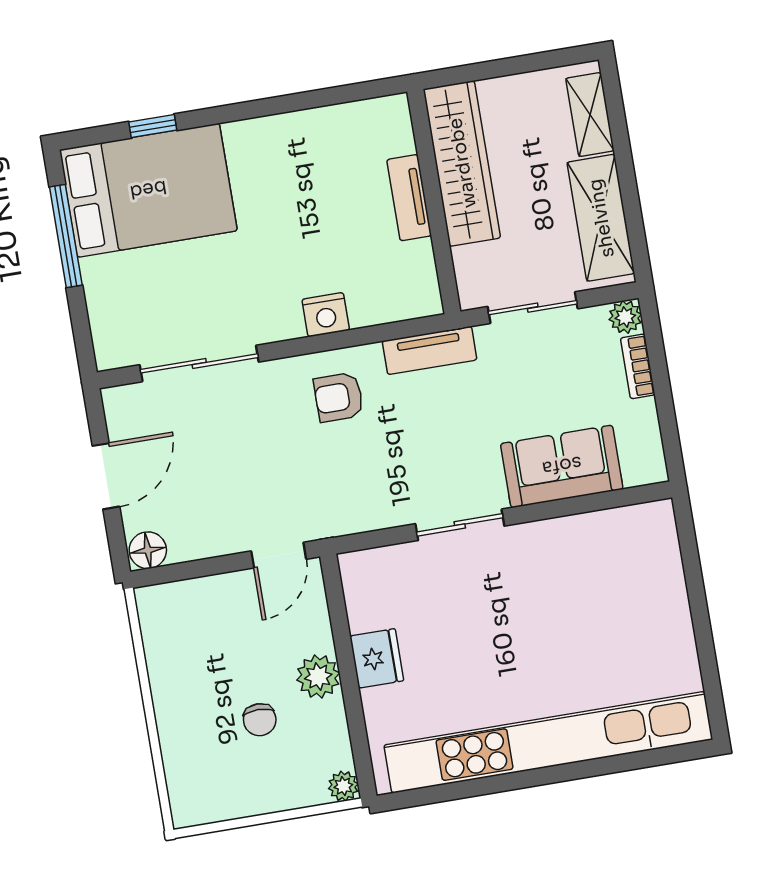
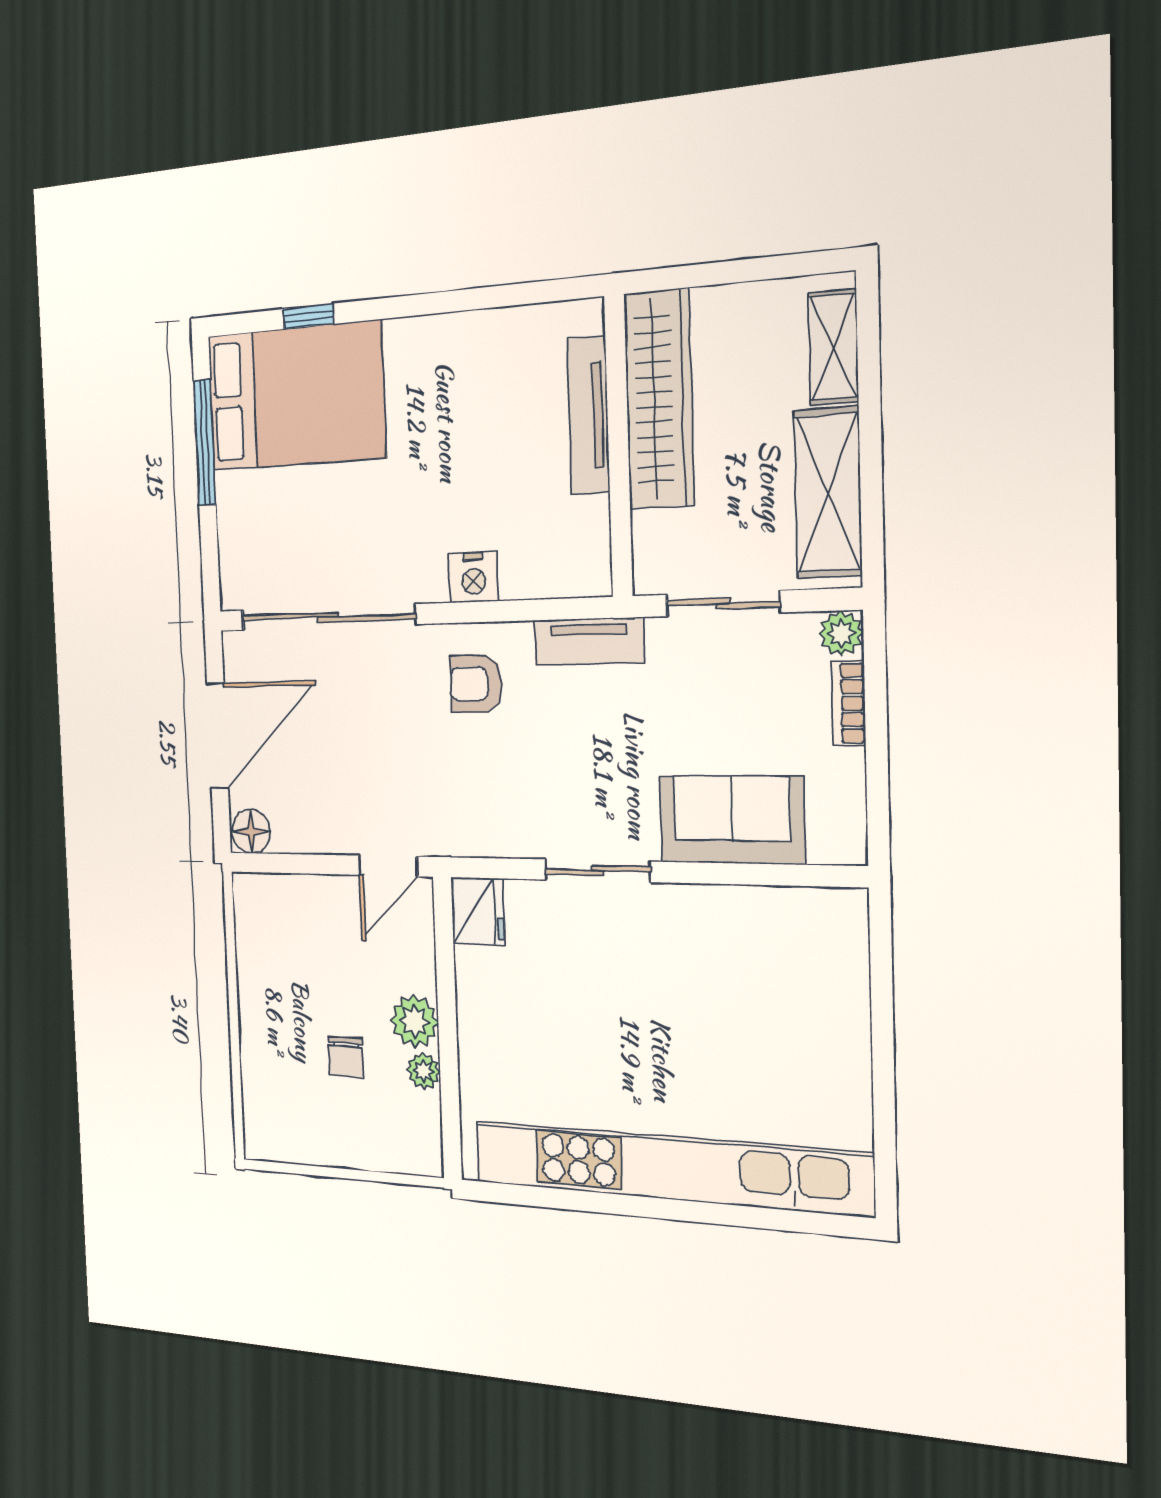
tv unit: (409, 198) -> (588, 416), width x1.41
sliding door: (199, 363) -> (328, 617), width x1.36
door: (106, 476) -> (218, 736), width x1.36
fridge: (377, 658) -> (478, 911), moved
plant: (343, 786) -> (424, 1071), moved

